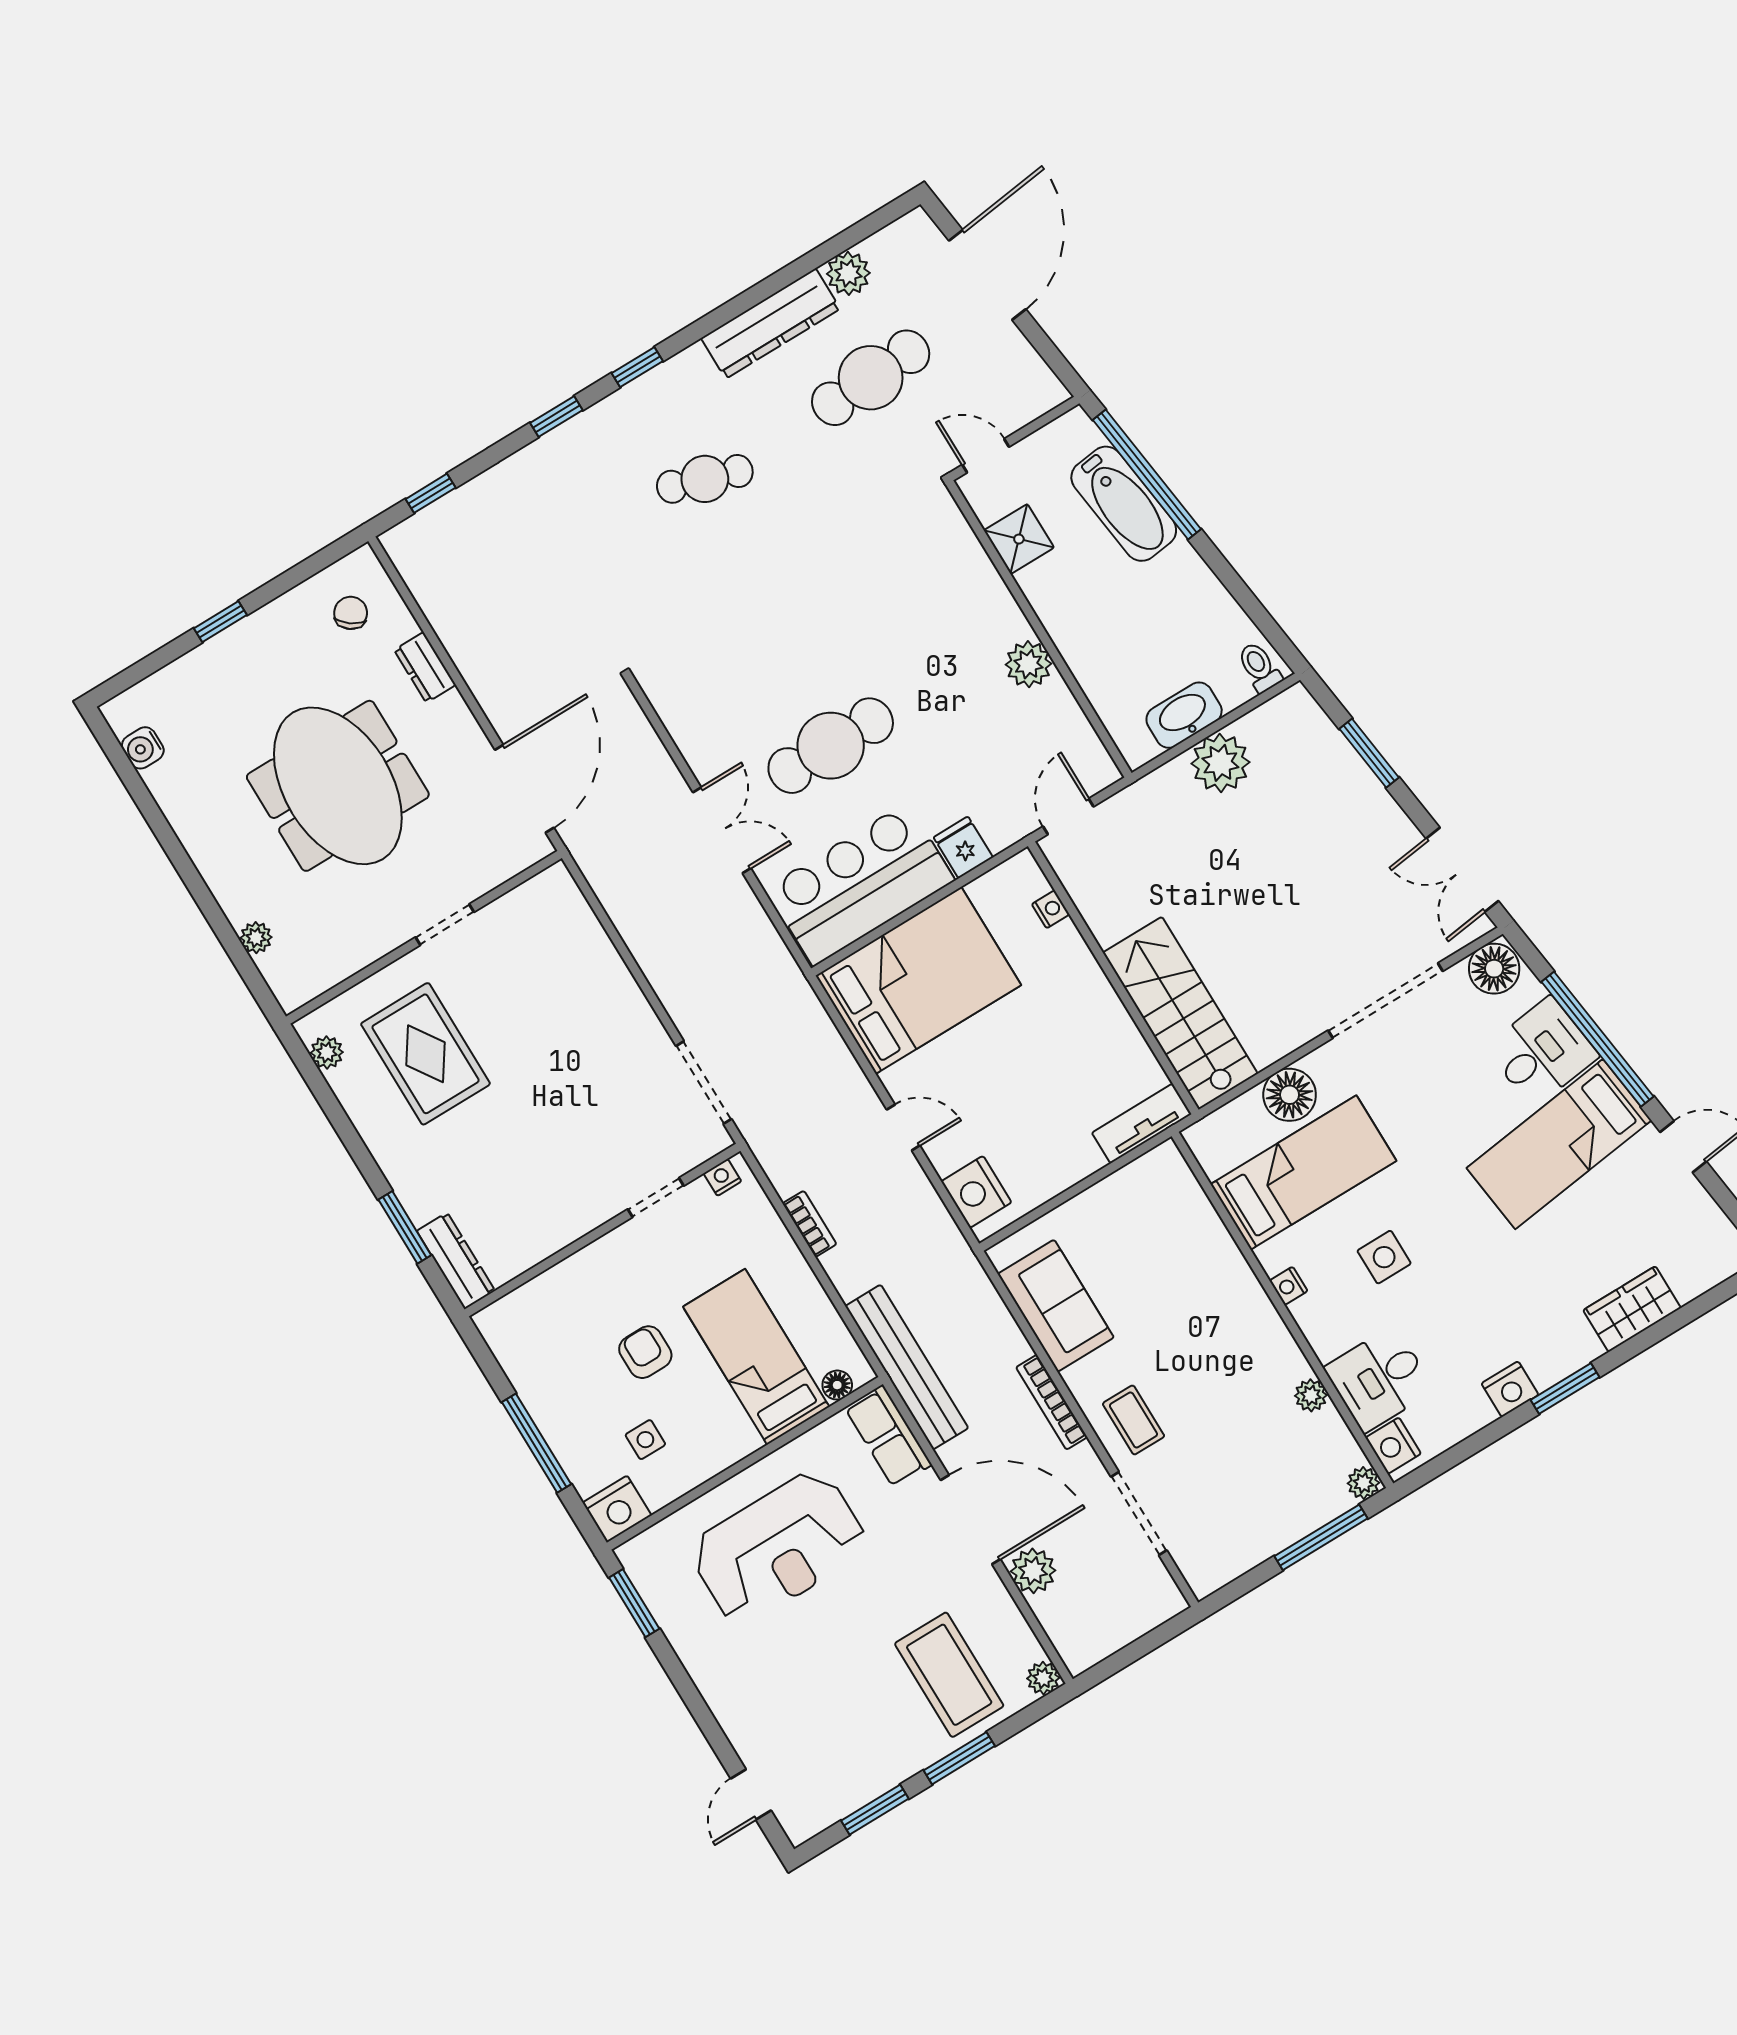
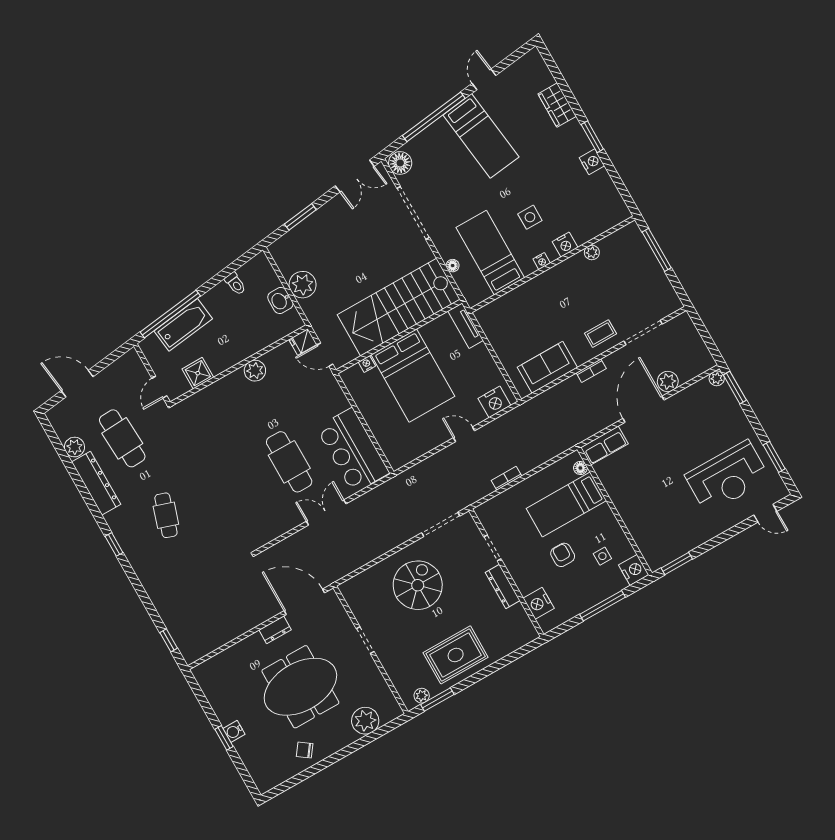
door: (987, 275) -> (77, 384), width x0.73
window: (556, 416) -> (135, 582), removed
chair: (351, 613) -> (305, 750), moved
dresser: (425, 667) -> (275, 630), moved
toilet: (1259, 667) -> (235, 284), moved, turned -97
washbasin: (1184, 715) -> (280, 301), width x0.72
water cooler: (143, 748) -> (234, 731), moved, turned 90
fridge: (963, 847) -> (303, 342), moved
plant: (256, 938) -> (365, 721), width x1.88, depth x1.88
bed: (918, 980) -> (413, 376), moved, turned 180
stairs: (1180, 1013) -> (399, 307), width x1.36, depth x1.51
spiral stairs: (569, 1036) -> (418, 585), added
desk: (1542, 1052) -> (439, 142), removed
rug: (426, 1054) -> (456, 655), moved
floor lamp: (1290, 1095) -> (453, 266), width x0.53, depth x0.53
door: (903, 1127) -> (464, 434), hinge flipped
nightstand: (722, 1177) -> (539, 603), moved, width x1.89, depth x1.79
window: (405, 1227) -> (437, 700), moved
dresser: (456, 1261) -> (503, 587), moved, turned -90
armchair: (645, 1352) -> (563, 555), turned 90
bench: (907, 1367) -> (573, 436), removed
desk: (1379, 1379) -> (585, 221), removed
bookcase: (1052, 1402) -> (591, 371), width x0.64
nightstand: (1393, 1446) -> (565, 245), moved
plant: (1363, 1483) -> (632, 230), removed
reception desk: (779, 1547) -> (727, 477), moved, turned 90
coffee table: (949, 1675) -> (714, 421), removed
window: (959, 1758) -> (735, 388), moved

